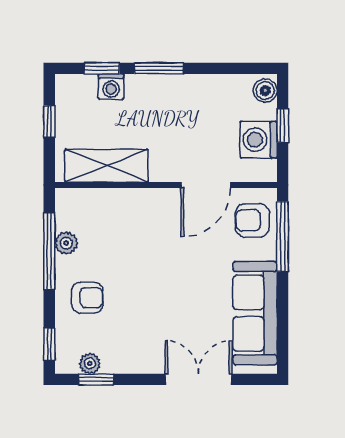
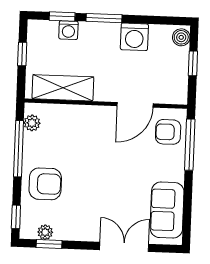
washing machine: (259, 140) -> (134, 37), moved, turned -90
plant: (66, 243) -> (32, 123), moved
armchair: (87, 298) -> (45, 184), width x1.38, depth x1.38
sofa: (255, 313) -> (167, 210), width x0.73

